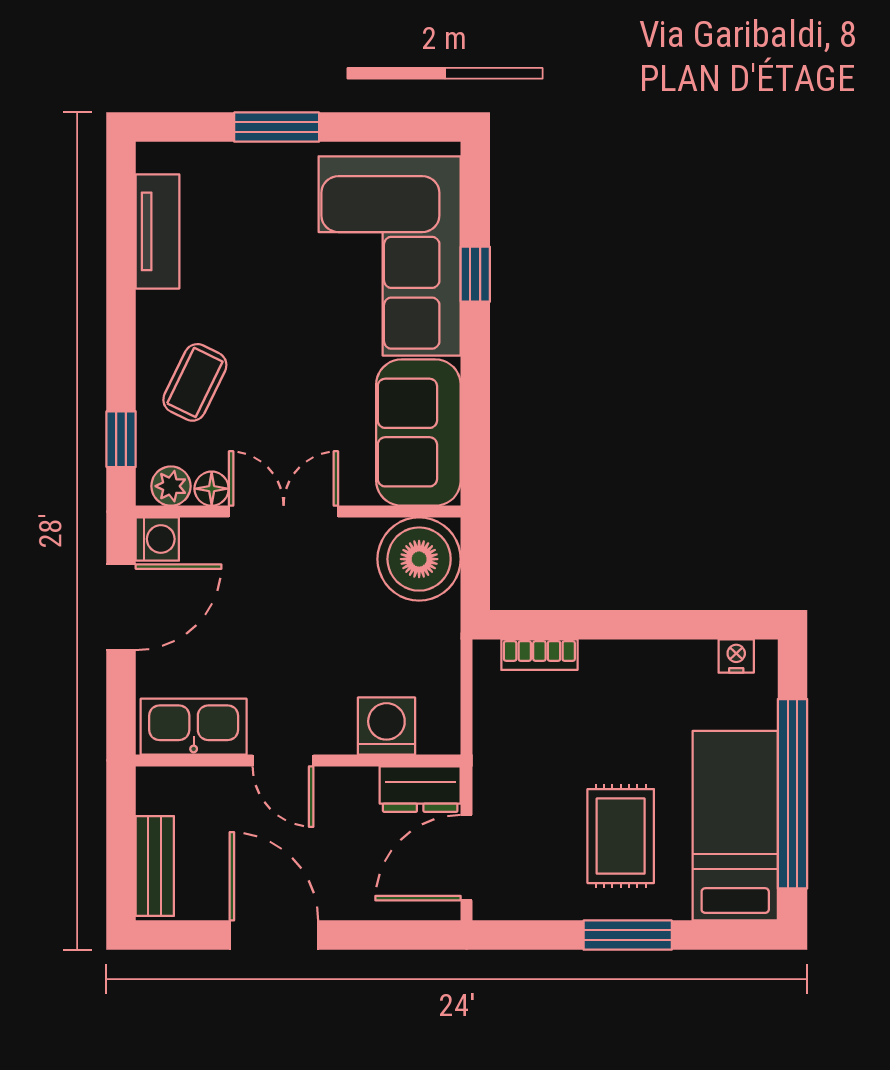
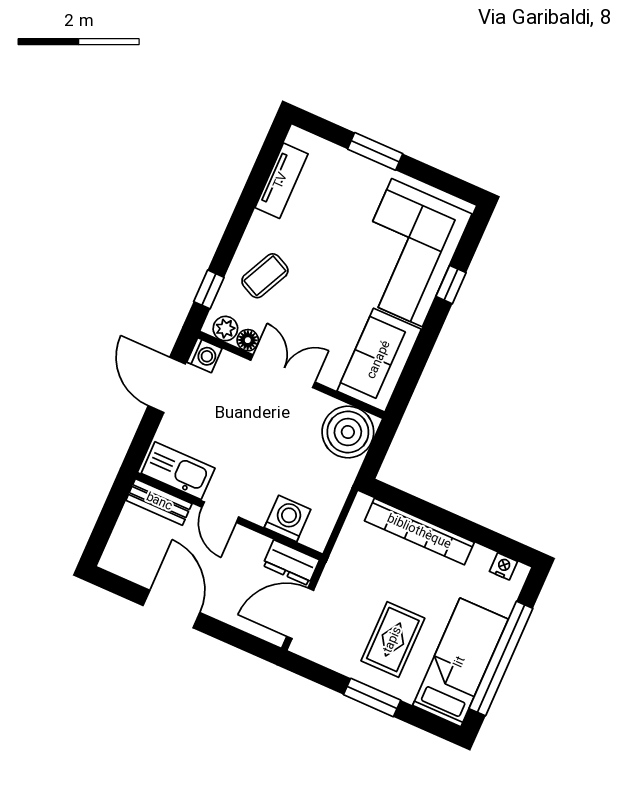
door: (121, 607) -> (167, 385), swing flipped
bookcase: (539, 655) -> (419, 532), width x2.31, depth x1.31
bench: (155, 866) -> (159, 502), moved, turned 90

